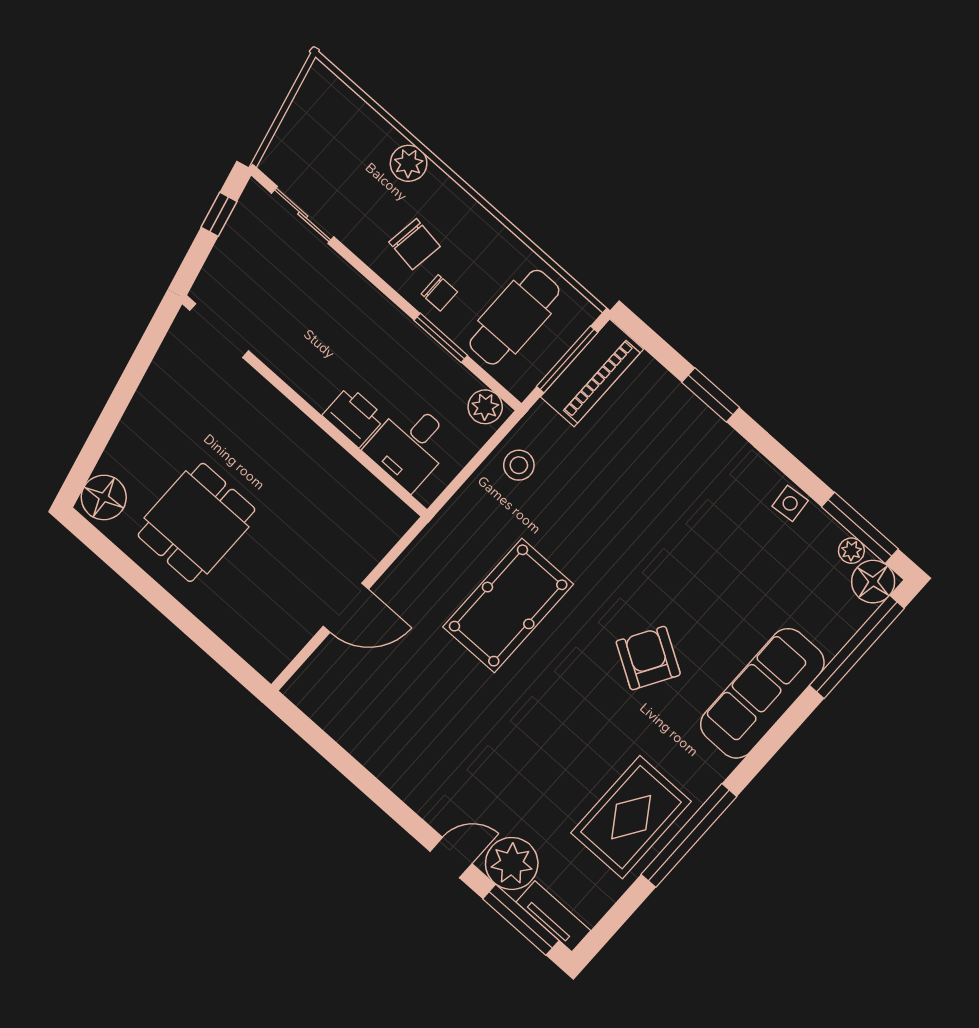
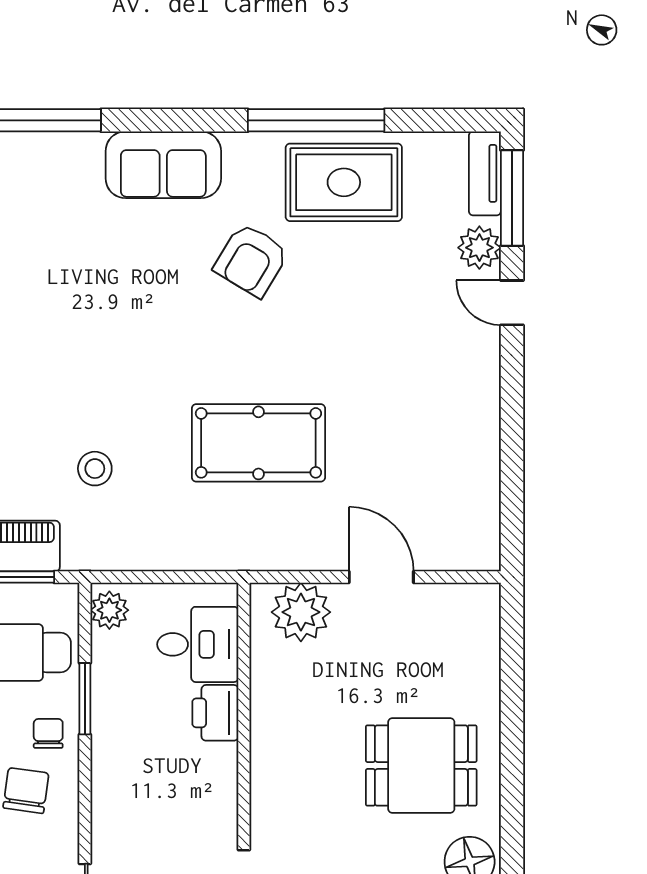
stool: (519, 465) -> (95, 469), moved
plant: (370, 533) -> (301, 612), added
armchair: (648, 658) -> (251, 260), moved
sofa: (762, 693) -> (163, 165), width x0.73
plant: (512, 863) -> (479, 248), width x0.73, depth x0.73

